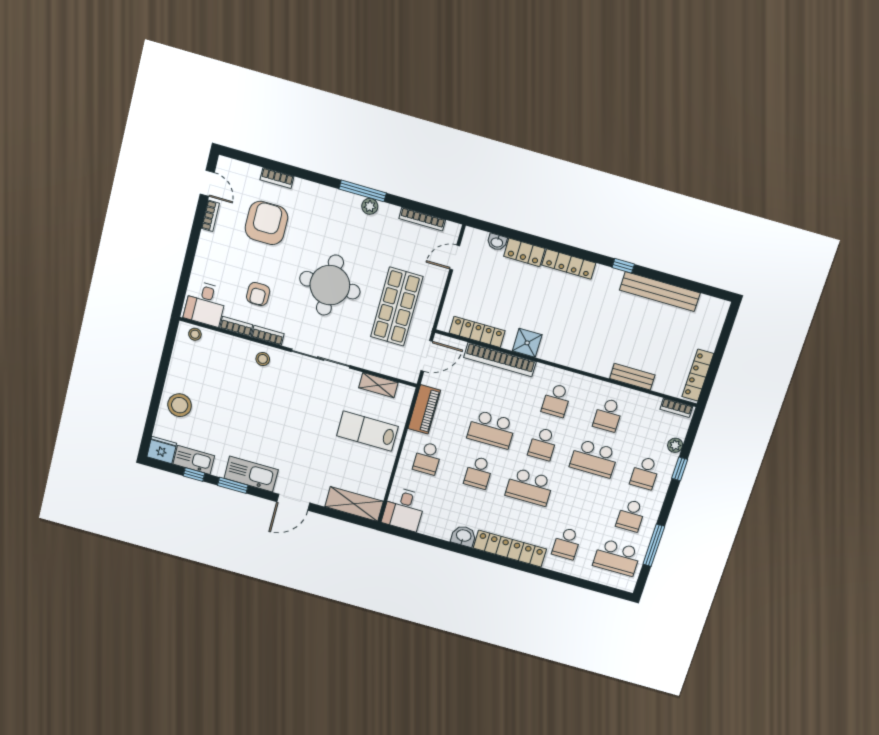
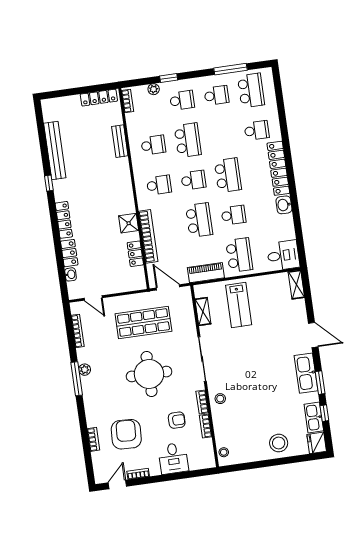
armchair: (266, 223) -> (126, 434), turned 93
desk: (205, 304) -> (173, 458), moved, turned 90
locker: (477, 332) -> (135, 254), width x0.66
school desk: (427, 458) -> (239, 255), width x1.85
shelving: (354, 504) -> (296, 285), width x0.67, depth x0.75

